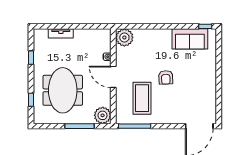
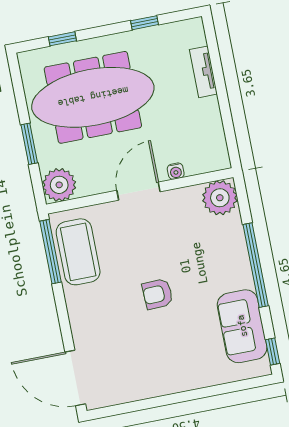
window: (161, 26) -> (256, 265), added
meeting table: (63, 90) -> (93, 97), width x1.36
coffee table: (142, 98) -> (78, 252), moved, turned 90
window: (79, 126) -> (29, 144), width x0.69

